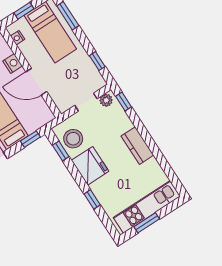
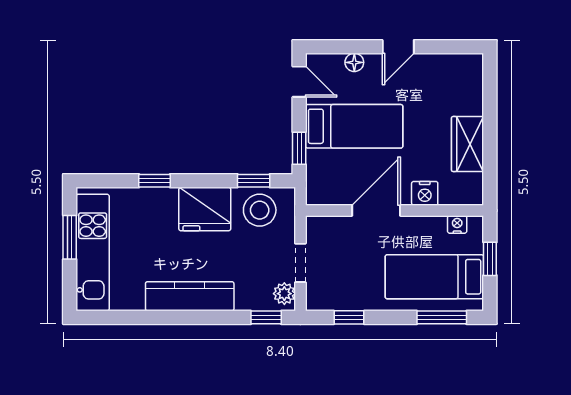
kitchen counter: (137, 146) -> (190, 296), width x1.50

